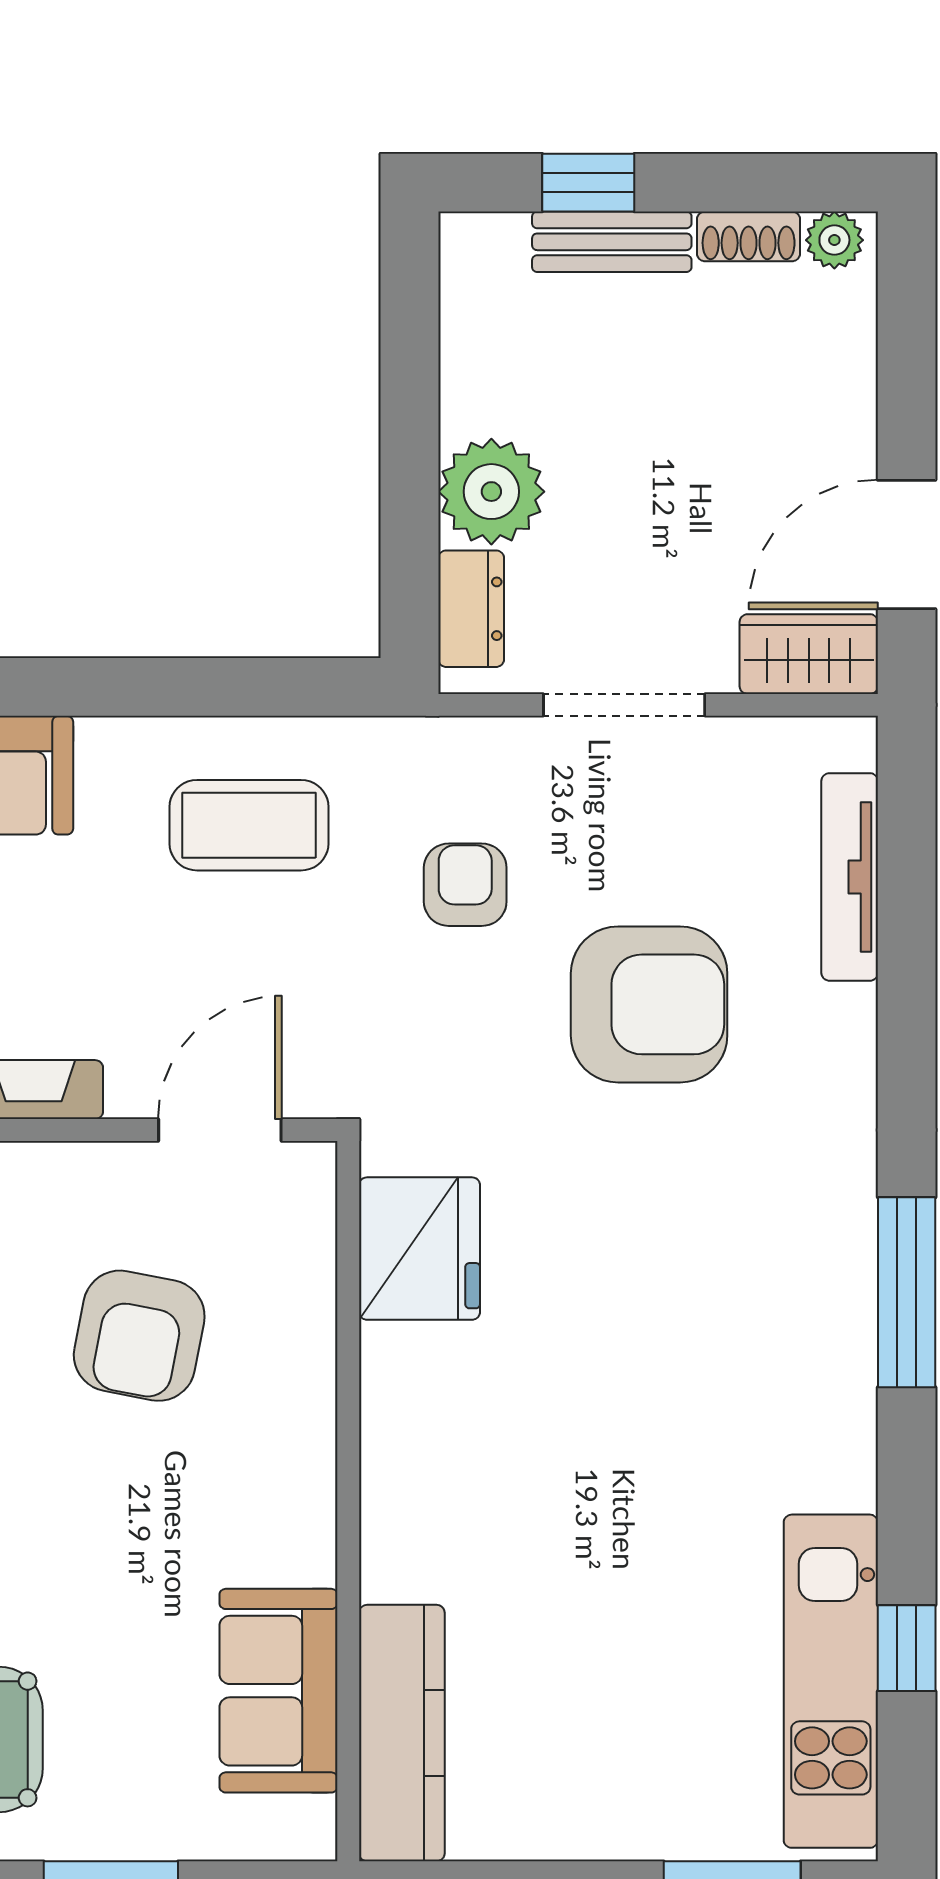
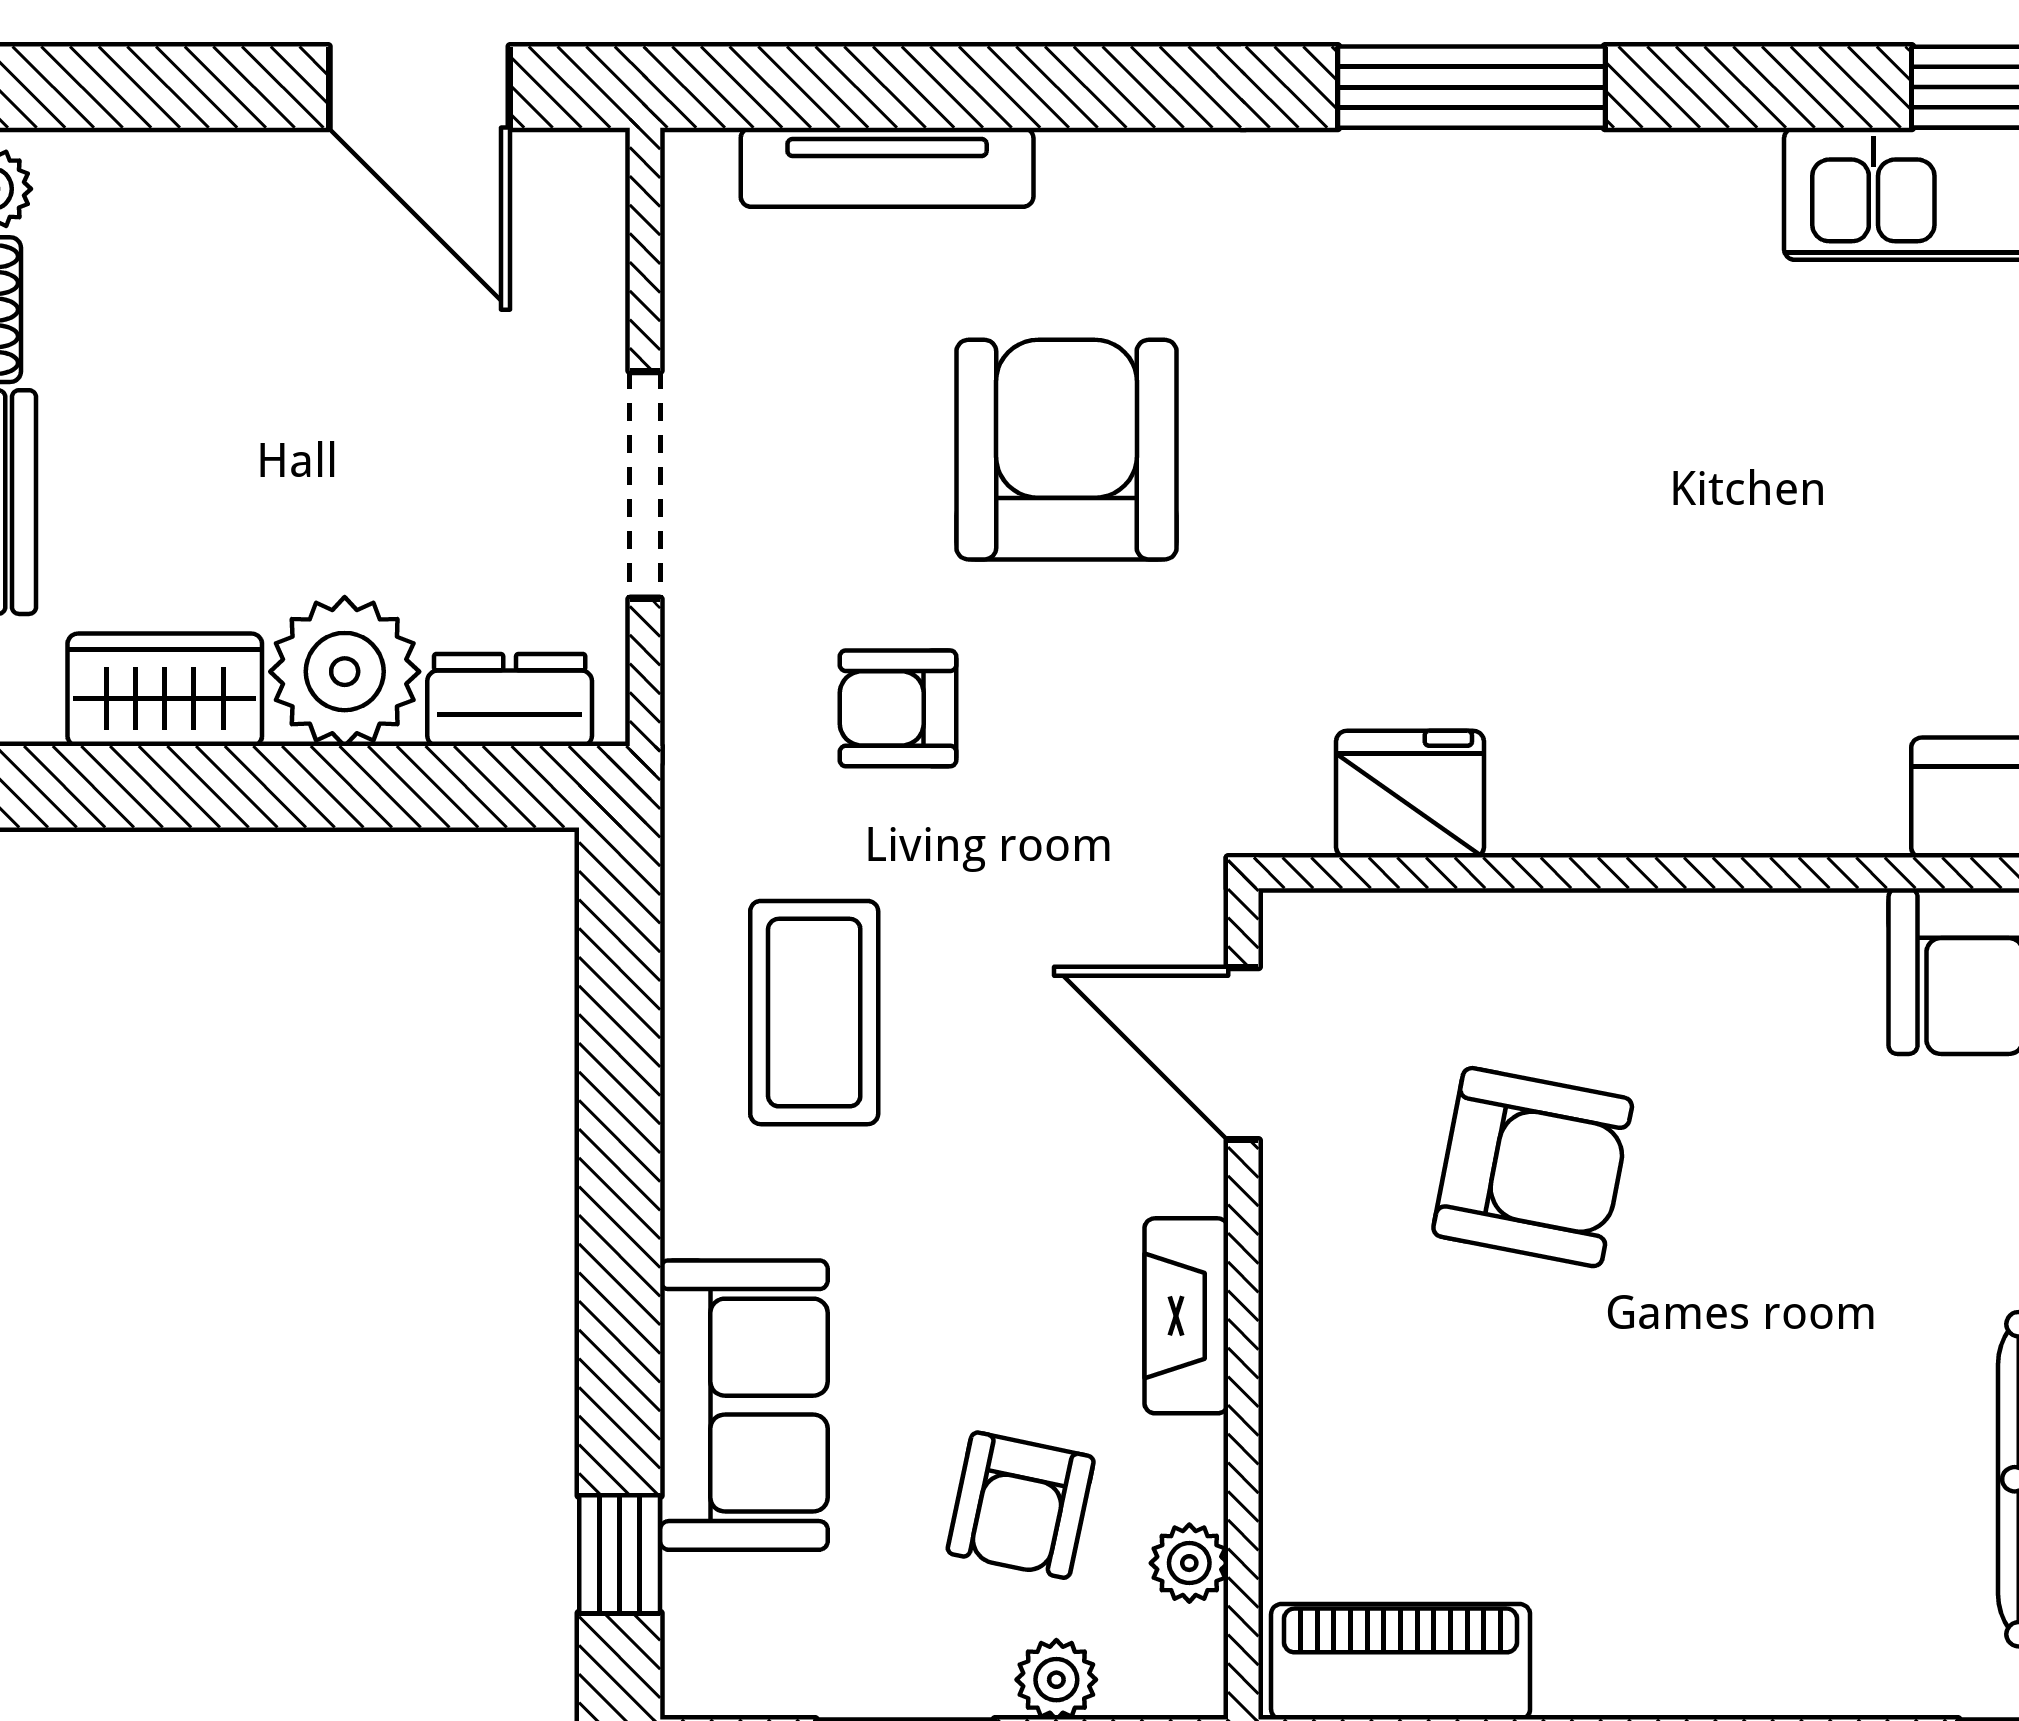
wardrobe: (809, 654) -> (165, 690), moved, turned 90
fridge: (419, 1249) -> (1410, 794), width x0.73, depth x0.75

